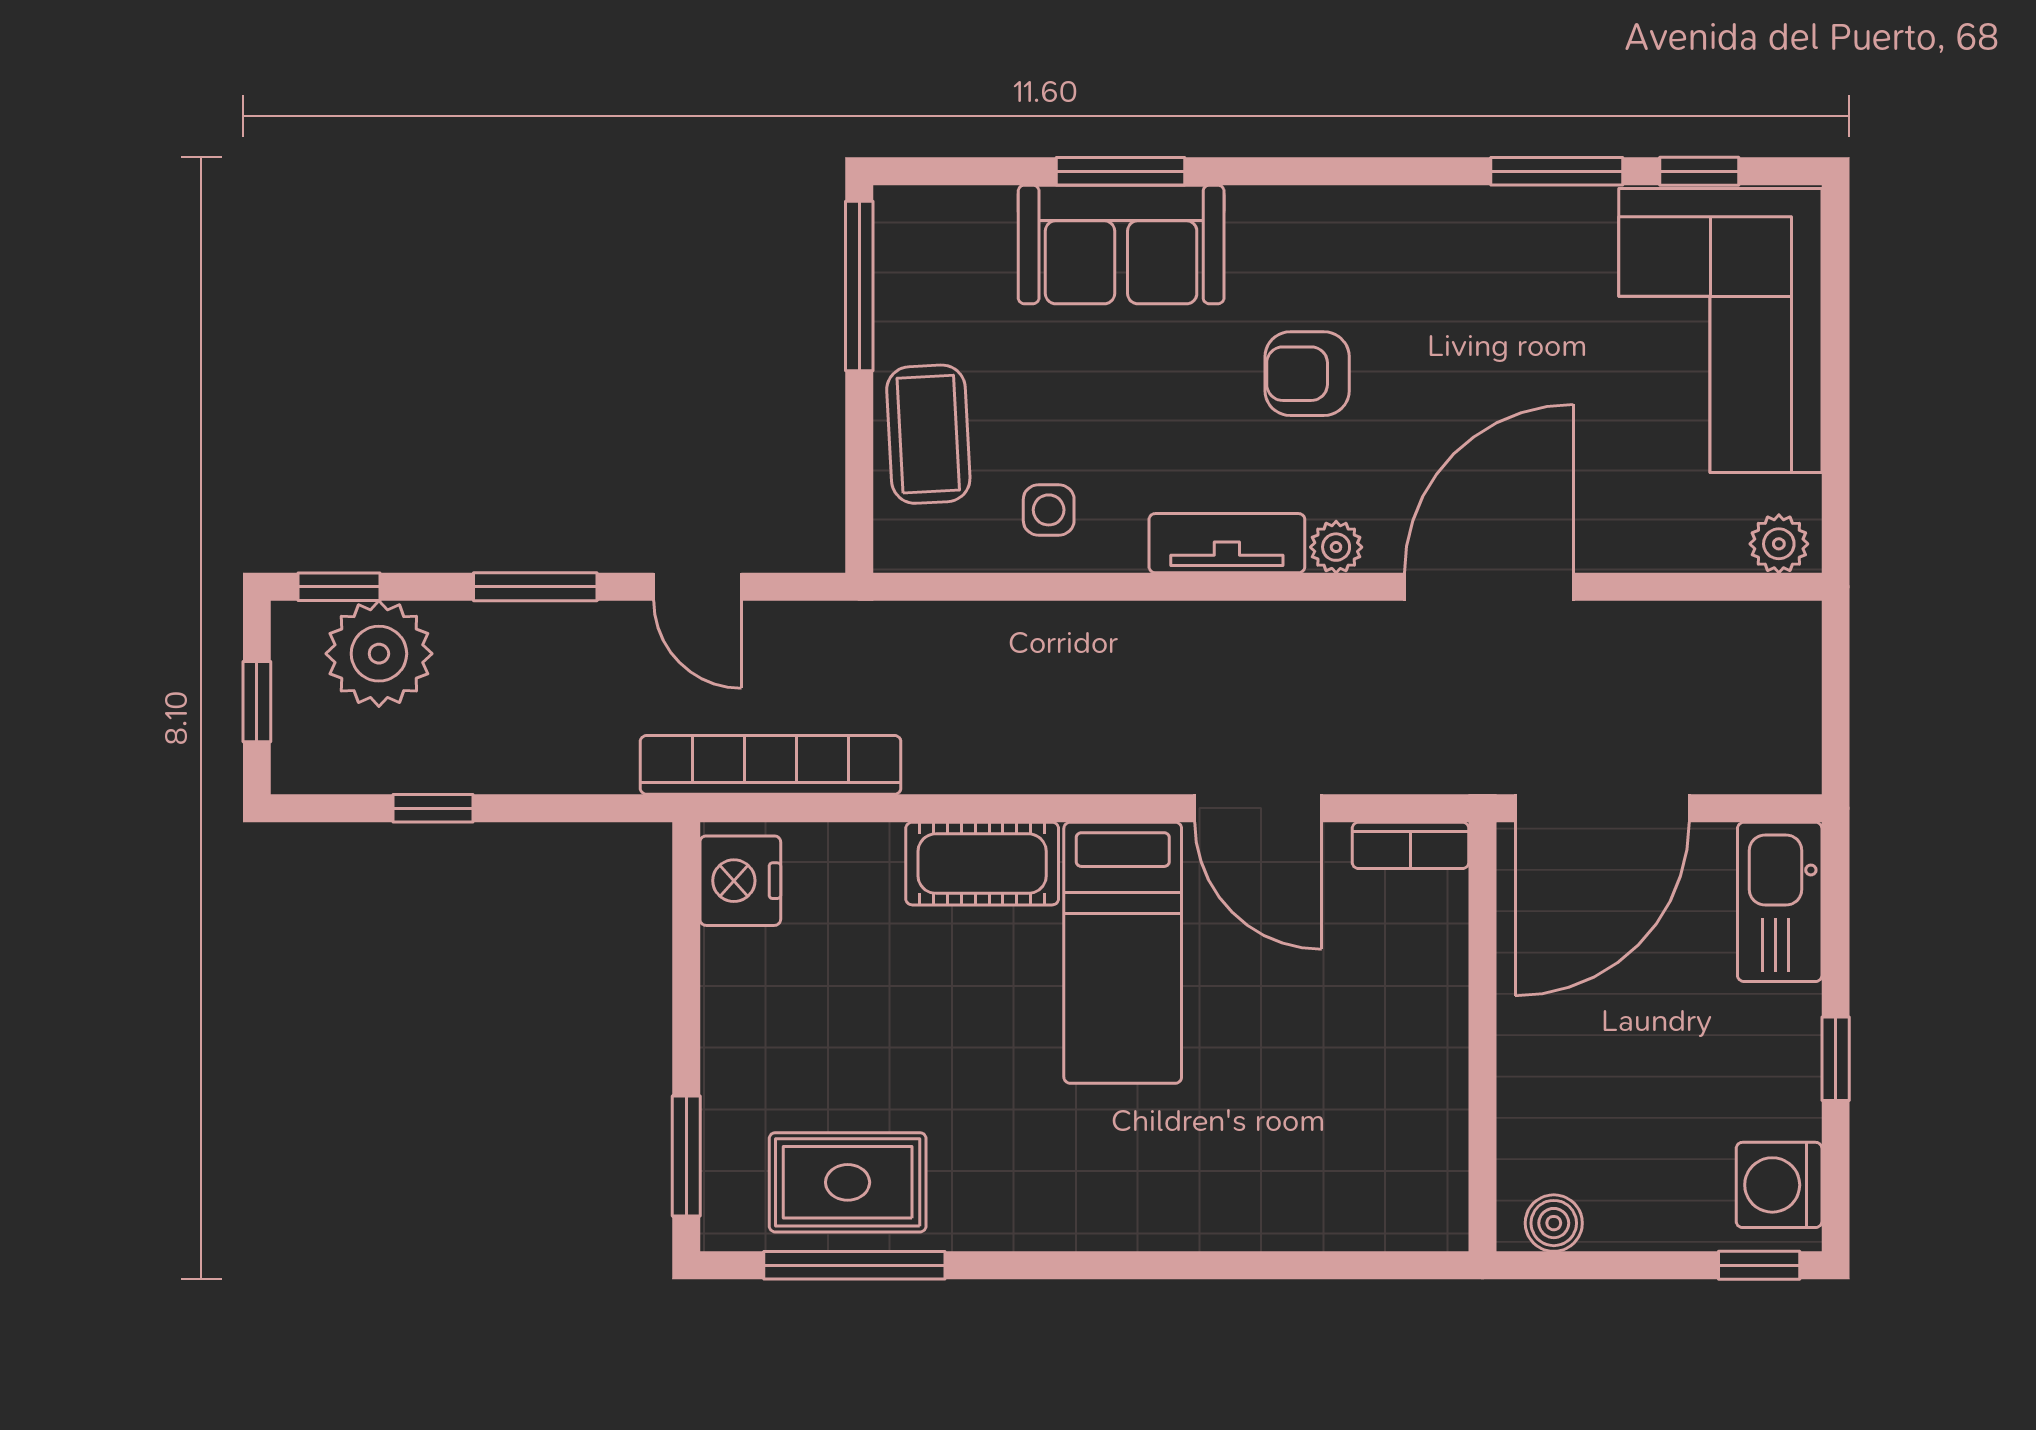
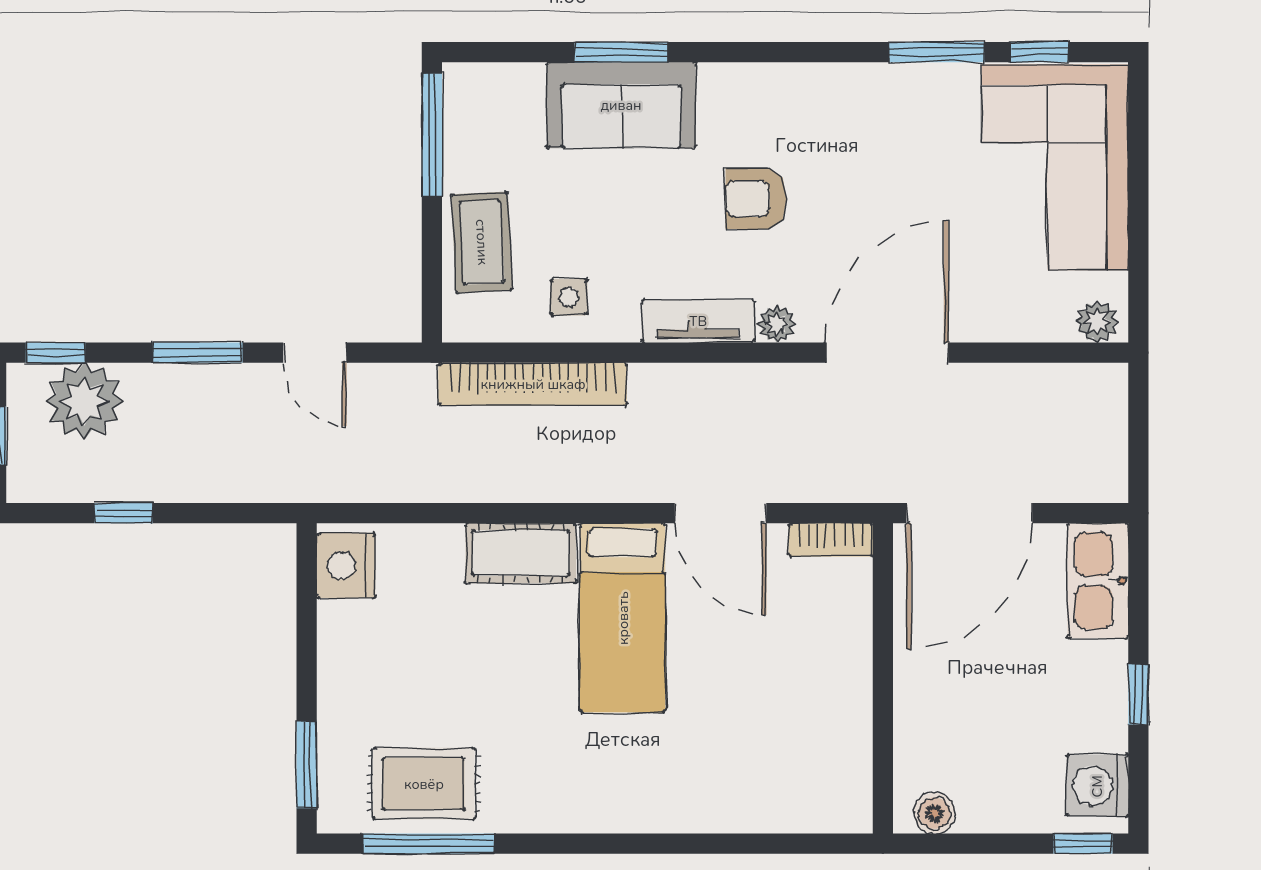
bookcase: (771, 765) -> (533, 384), moved, turned 180

